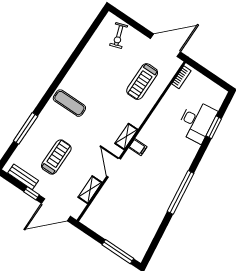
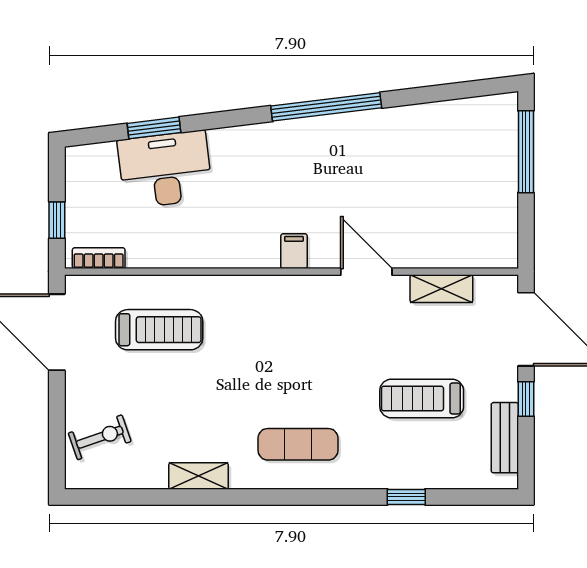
window: (205, 72) -> (57, 220), added
exercise mat: (69, 103) -> (298, 444), turned 90
window: (26, 128) -> (406, 497), width x0.46
shelving: (126, 136) -> (198, 476), moved
door: (114, 168) -> (366, 272), swing flipped

